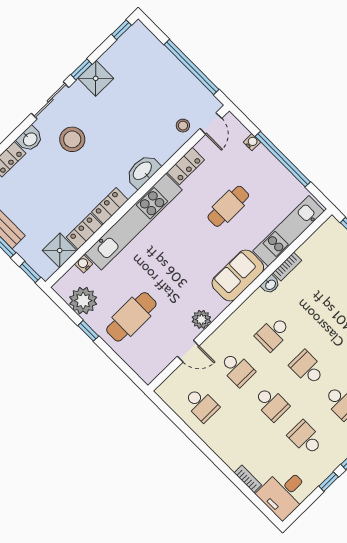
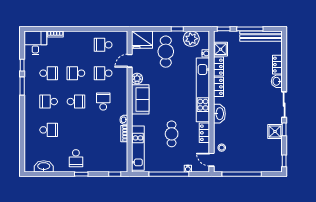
stool: (72, 139) -> (260, 98), removed
sofa: (238, 275) -> (140, 99), moved
fridge: (146, 362) -> (142, 40), added

